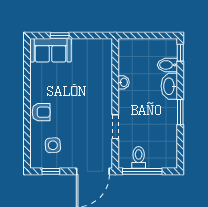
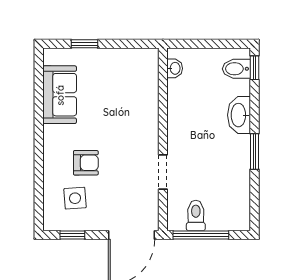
sofa: (51, 50) -> (60, 95), moved, turned -90
bidet: (167, 65) -> (236, 69), moved
washbasin: (124, 82) -> (175, 68), moved
armchair: (41, 112) -> (86, 163), moved

